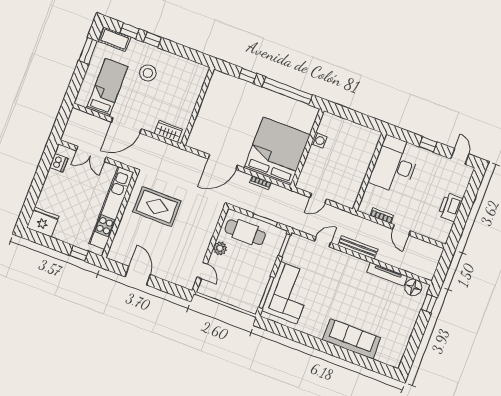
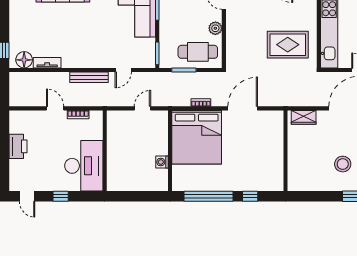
tv unit: (387, 274) -> (47, 63), width x0.71

